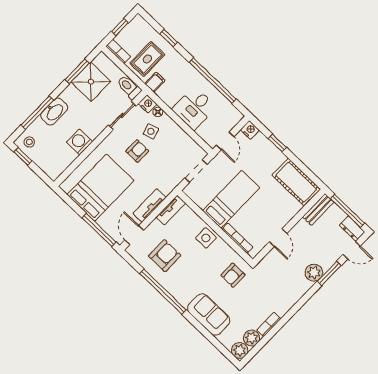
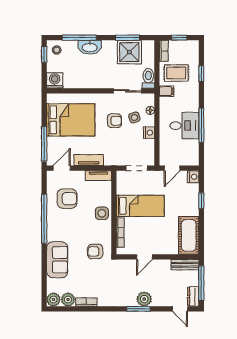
window: (213, 81) -> (201, 125), width x0.68
nightstand: (147, 104) -> (149, 133), moved
desk: (194, 108) -> (184, 126), moved, turned 180
washing machine: (80, 142) -> (55, 80), moved
window: (329, 273) -> (139, 309), moved

